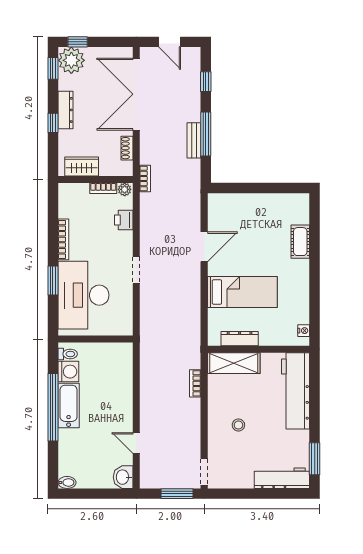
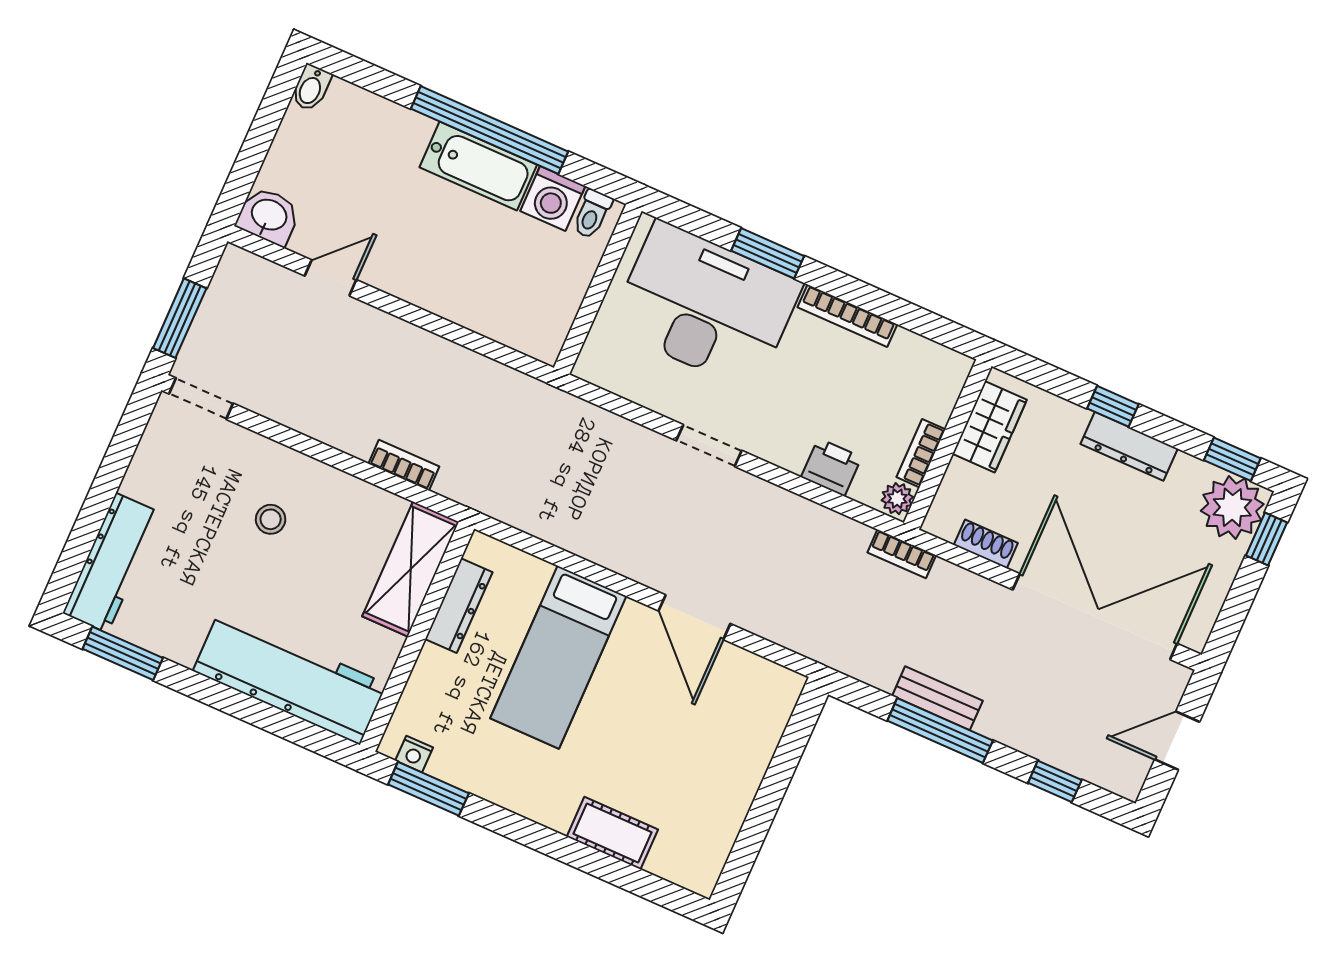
window: (315, 319) -> (428, 789), added

